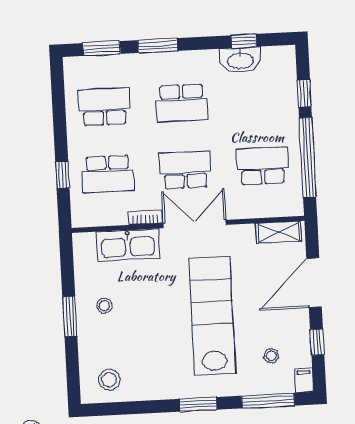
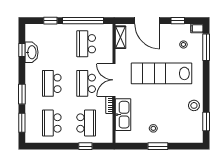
school desk: (182, 103) -> (52, 83), turned 180
stool: (109, 380) -> (194, 105), moved
window: (198, 404) -> (206, 121), moved

